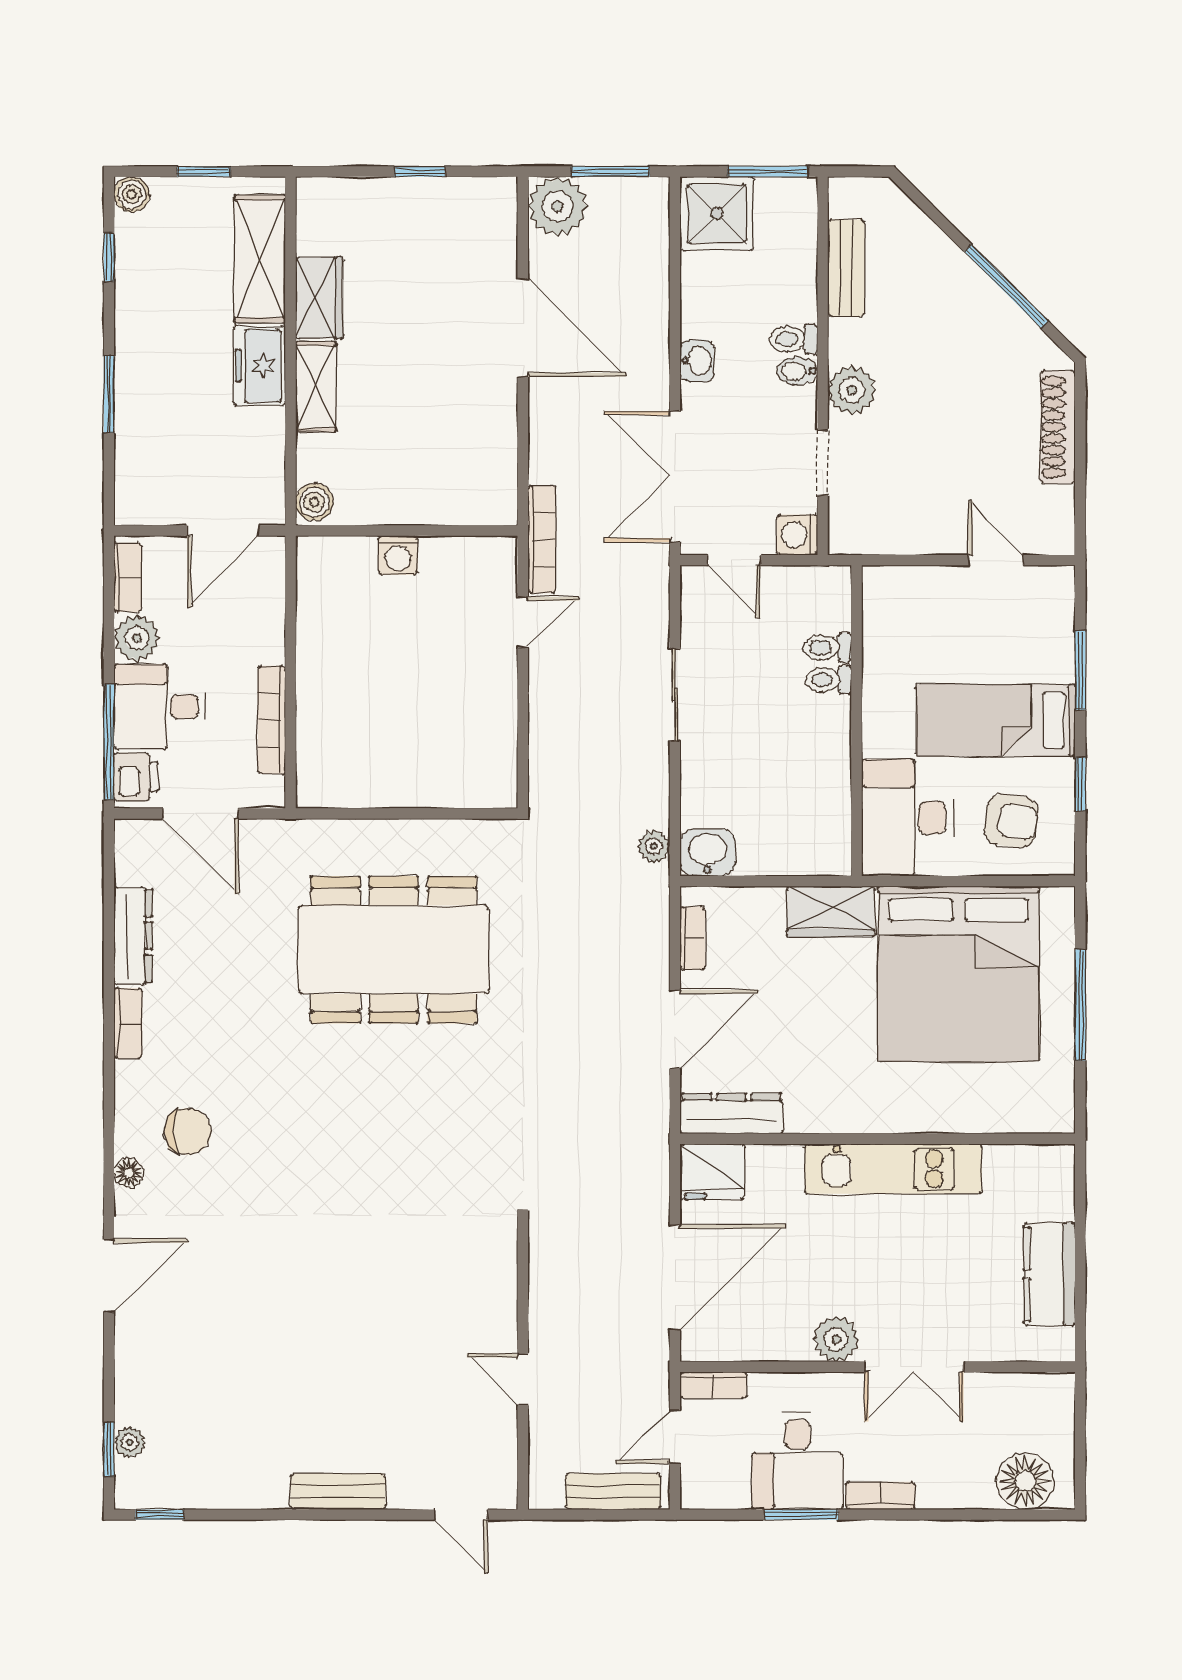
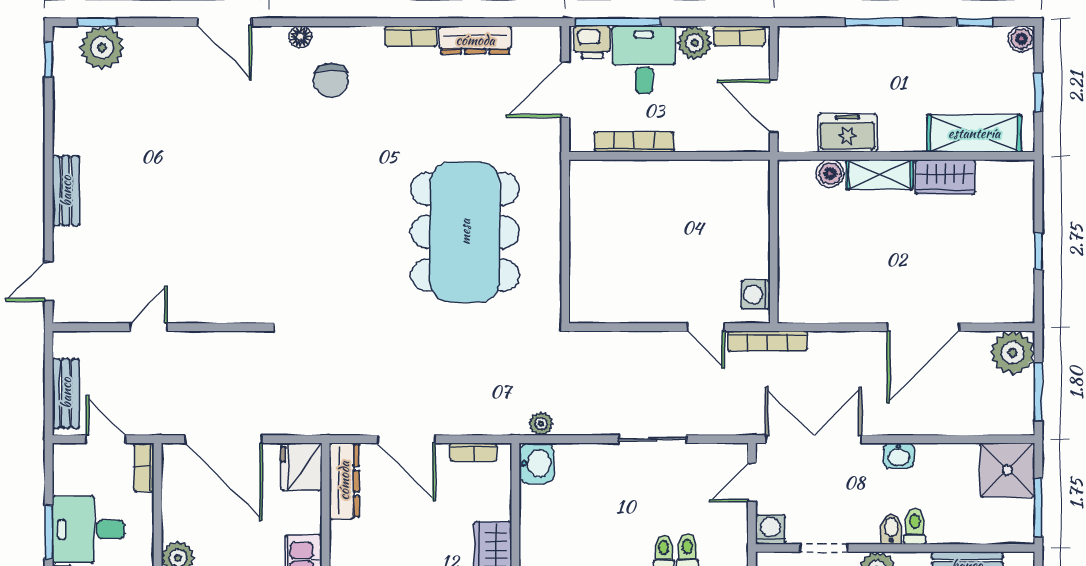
freezer: (259, 366) -> (847, 133), moved
boiler: (314, 502) -> (830, 173), moved
washing machine: (398, 555) -> (756, 295), moved
plant: (130, 1442) -> (102, 48), width x1.87, depth x1.87

